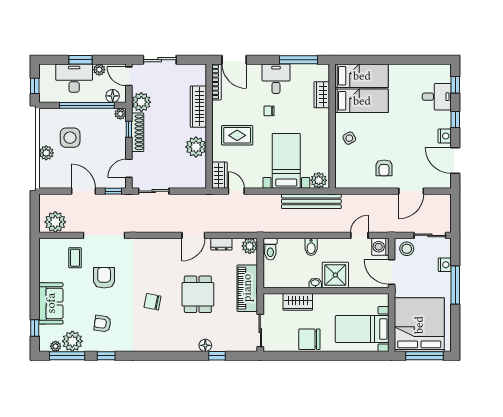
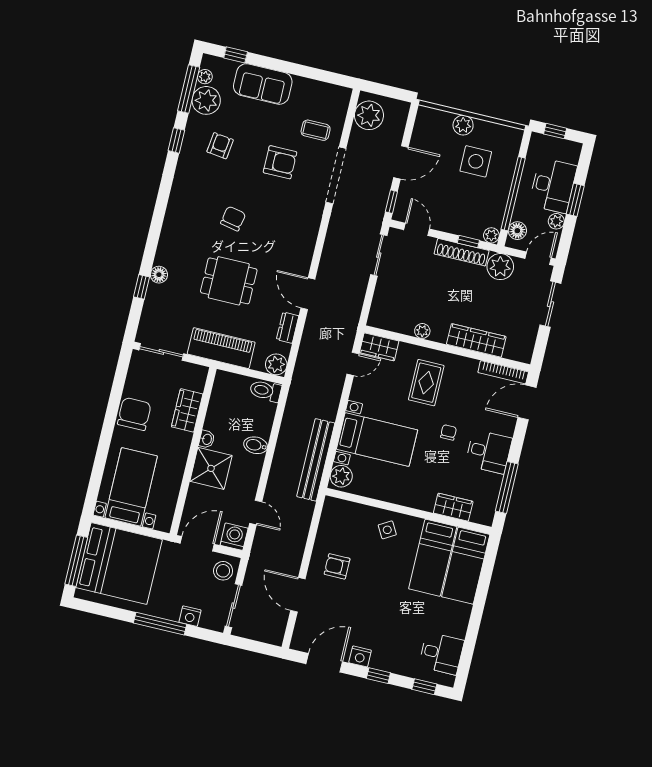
desk: (437, 97) -> (441, 653), moved, turned -90
plant: (196, 147) -> (422, 331), width x0.53, depth x0.53

